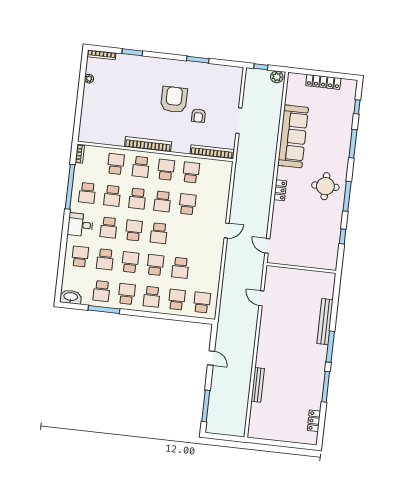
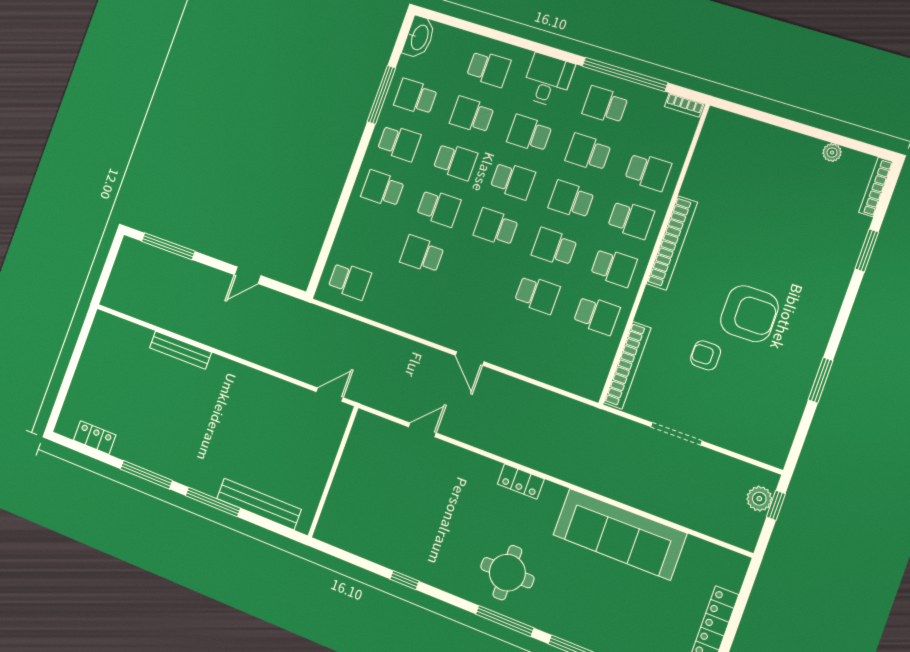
plant: (277, 77) -> (759, 499), moved
school desk: (141, 167) -> (631, 219), turned 180
window: (347, 196) -> (505, 621), moved
wall: (301, 268) -> (333, 472), moved
school desk: (177, 300) -> (366, 235), removed

